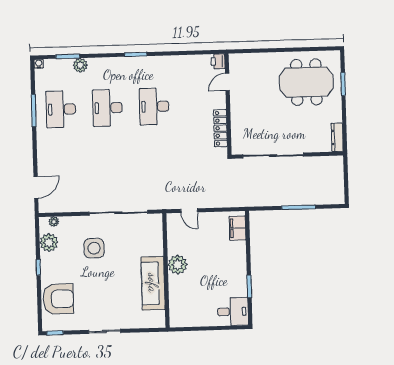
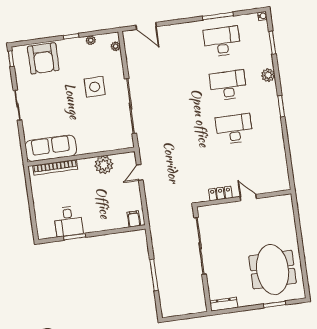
printer: (218, 61) -> (283, 184), removed
plant: (80, 65) -> (268, 75), moved
door: (227, 82) -> (248, 198), moved
locker: (220, 128) -> (220, 193), width x0.66
filing cabinet: (237, 228) -> (134, 219), width x0.50
plant: (49, 243) -> (91, 40), width x0.53, depth x0.53
plant: (178, 265) -> (104, 165), moved
sofa: (153, 283) -> (51, 148), moved
bookcase: (174, 299) -> (55, 167), added
desk: (233, 312) -> (68, 221), moved

